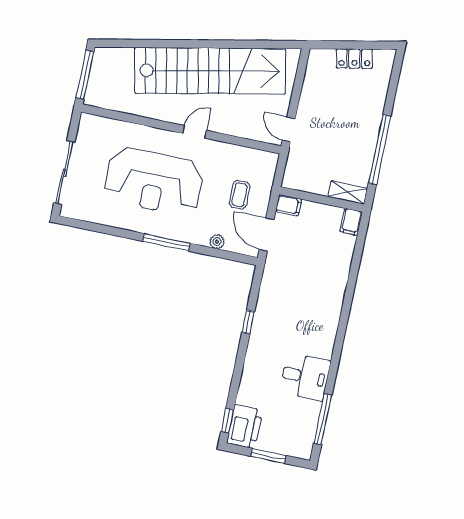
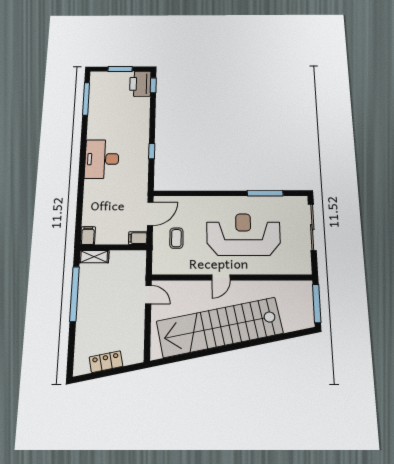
door: (267, 235) -> (150, 214), hinge flipped
window: (167, 242) -> (265, 193), moved
plant: (217, 242) -> (186, 201), removed
desk: (305, 377) -> (102, 159), moved, width x1.37

